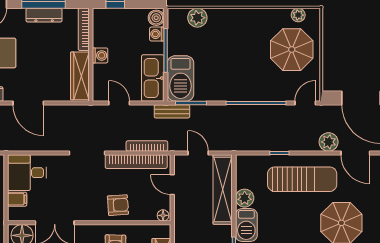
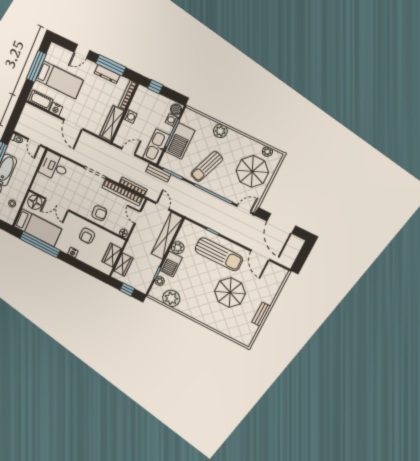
plant: (197, 18) -> (220, 131), moved
sun lounger: (231, 72) -> (207, 167), added
barbecue: (180, 78) -> (180, 141), moved
door: (119, 103) -> (128, 152), hinge flipped
plant: (329, 142) -> (247, 240), removed
filing cabinet: (17, 199) -> (41, 179), removed

